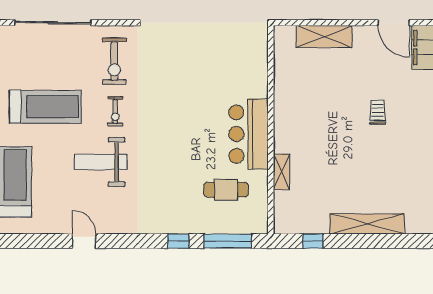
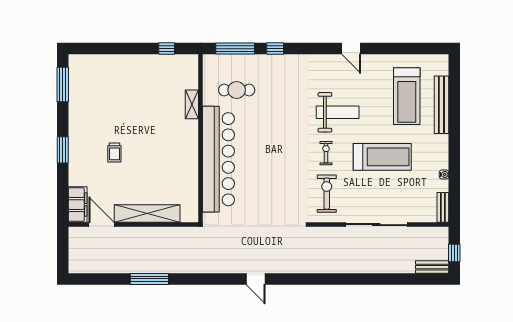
shelving: (324, 36) -> (147, 213), width x1.47
treadmill: (45, 107) -> (382, 157), turned 180
bar counter: (249, 134) -> (218, 159), width x1.86
shelving: (367, 224) -> (123, 62), removed

